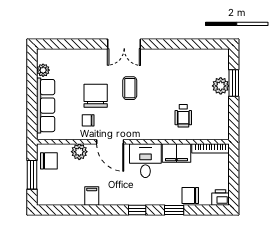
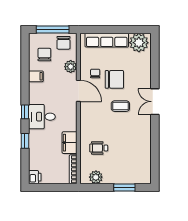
plant: (43, 70) -> (139, 43), width x1.87, depth x1.87
plant: (221, 86) -> (96, 177), moved
door: (110, 142) -> (78, 91), swing flipped
desk: (145, 161) -> (42, 117), moved, turned 180
window: (32, 175) -> (53, 30), width x1.44
chair: (190, 195) -> (44, 55), moved

